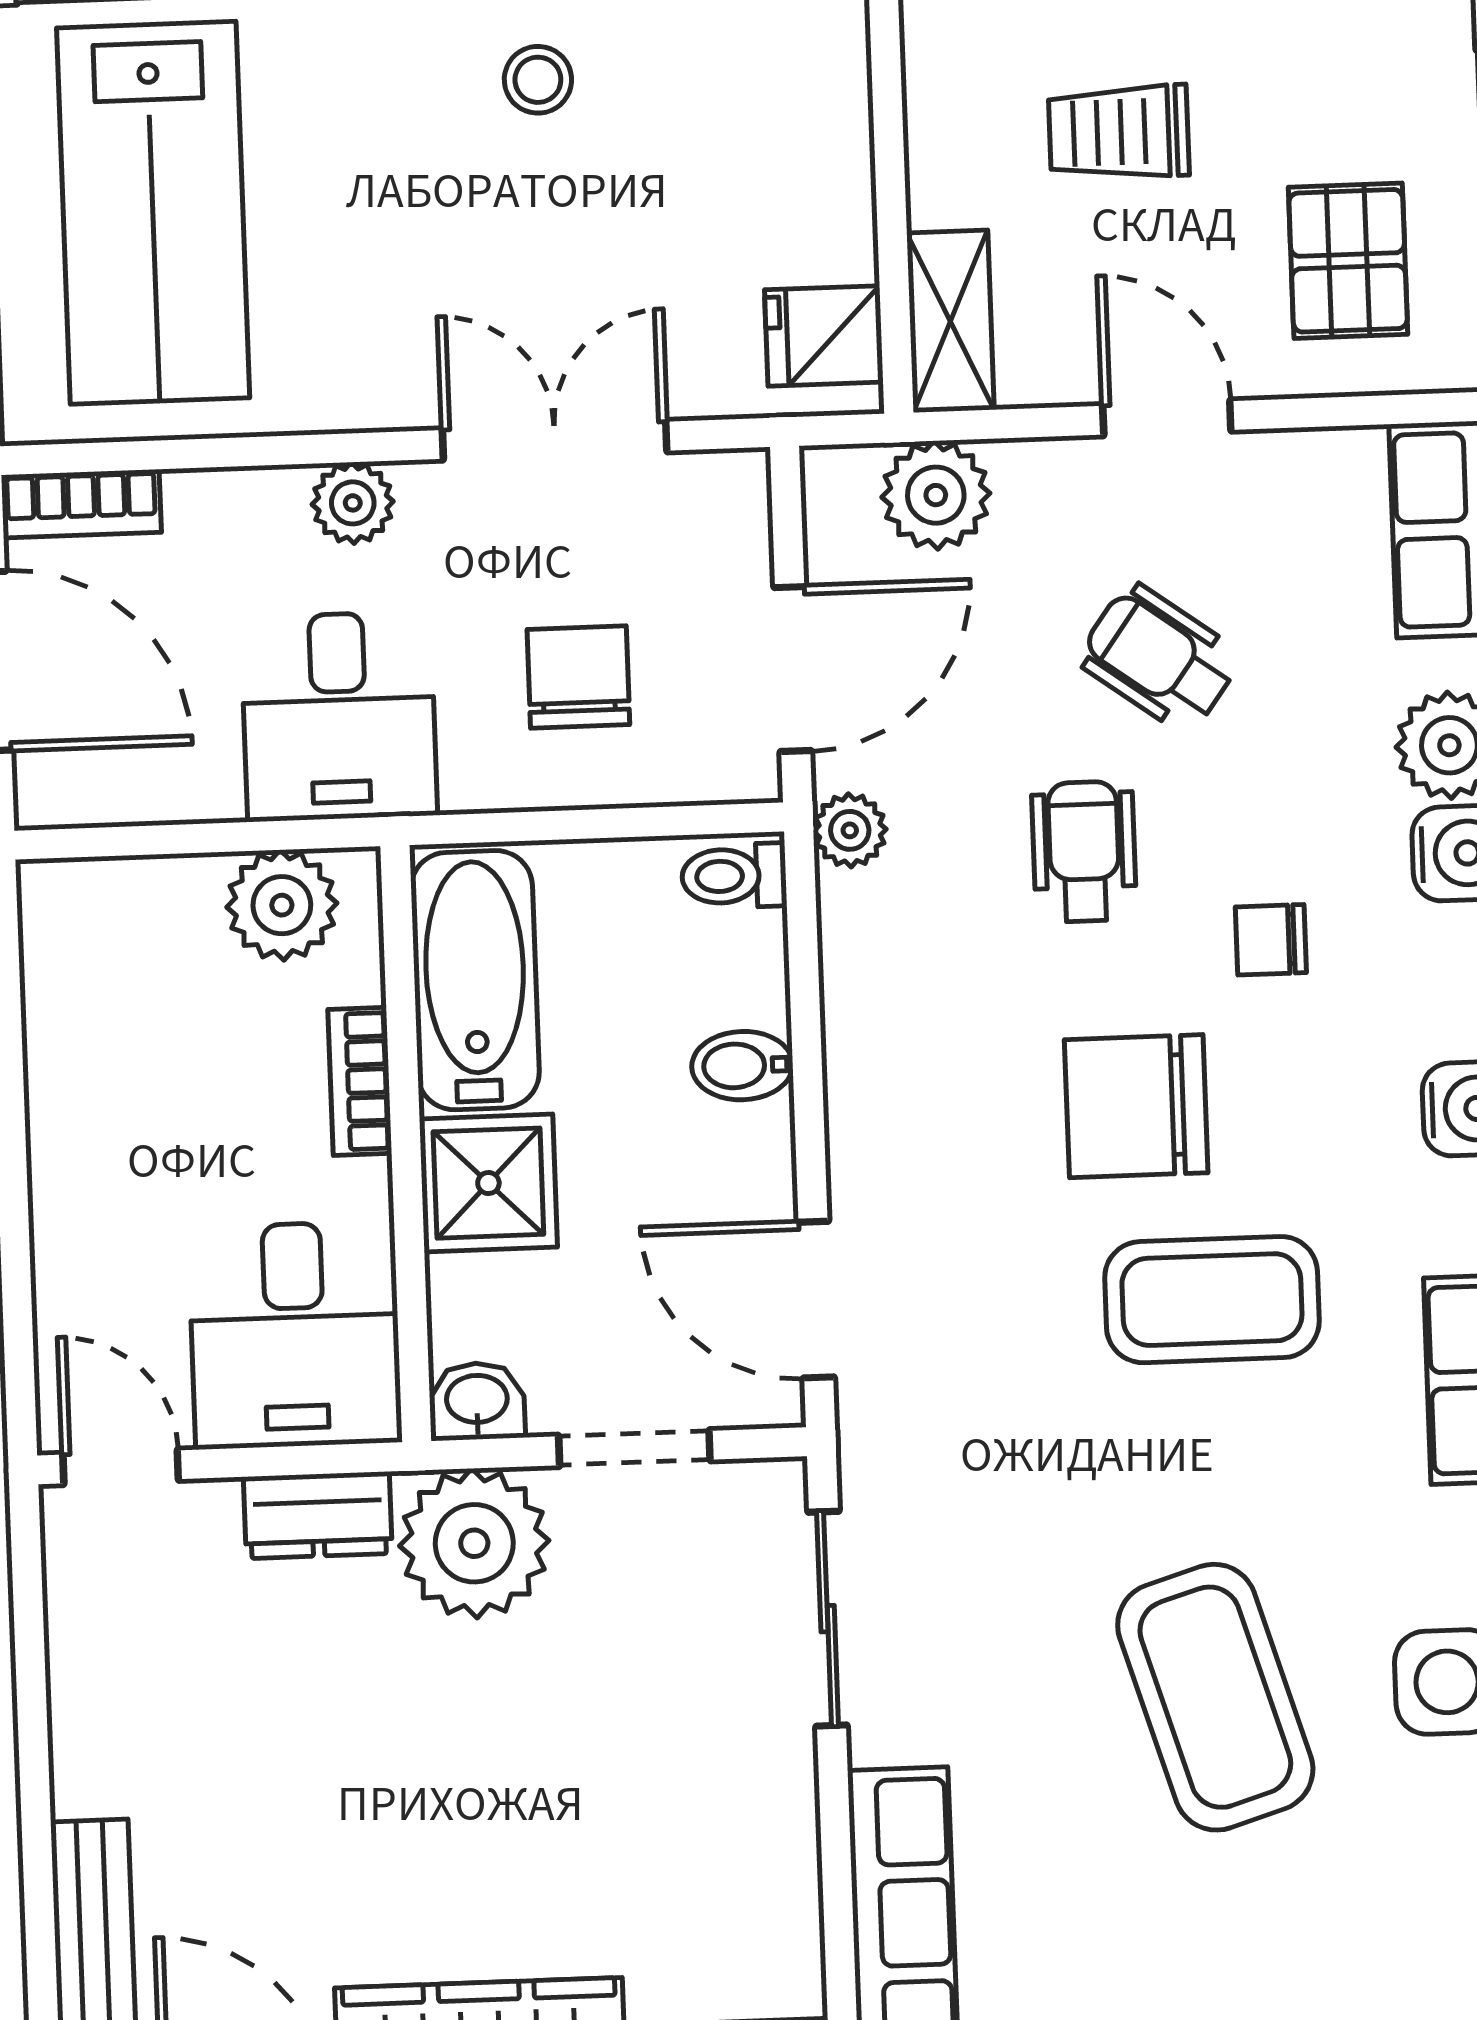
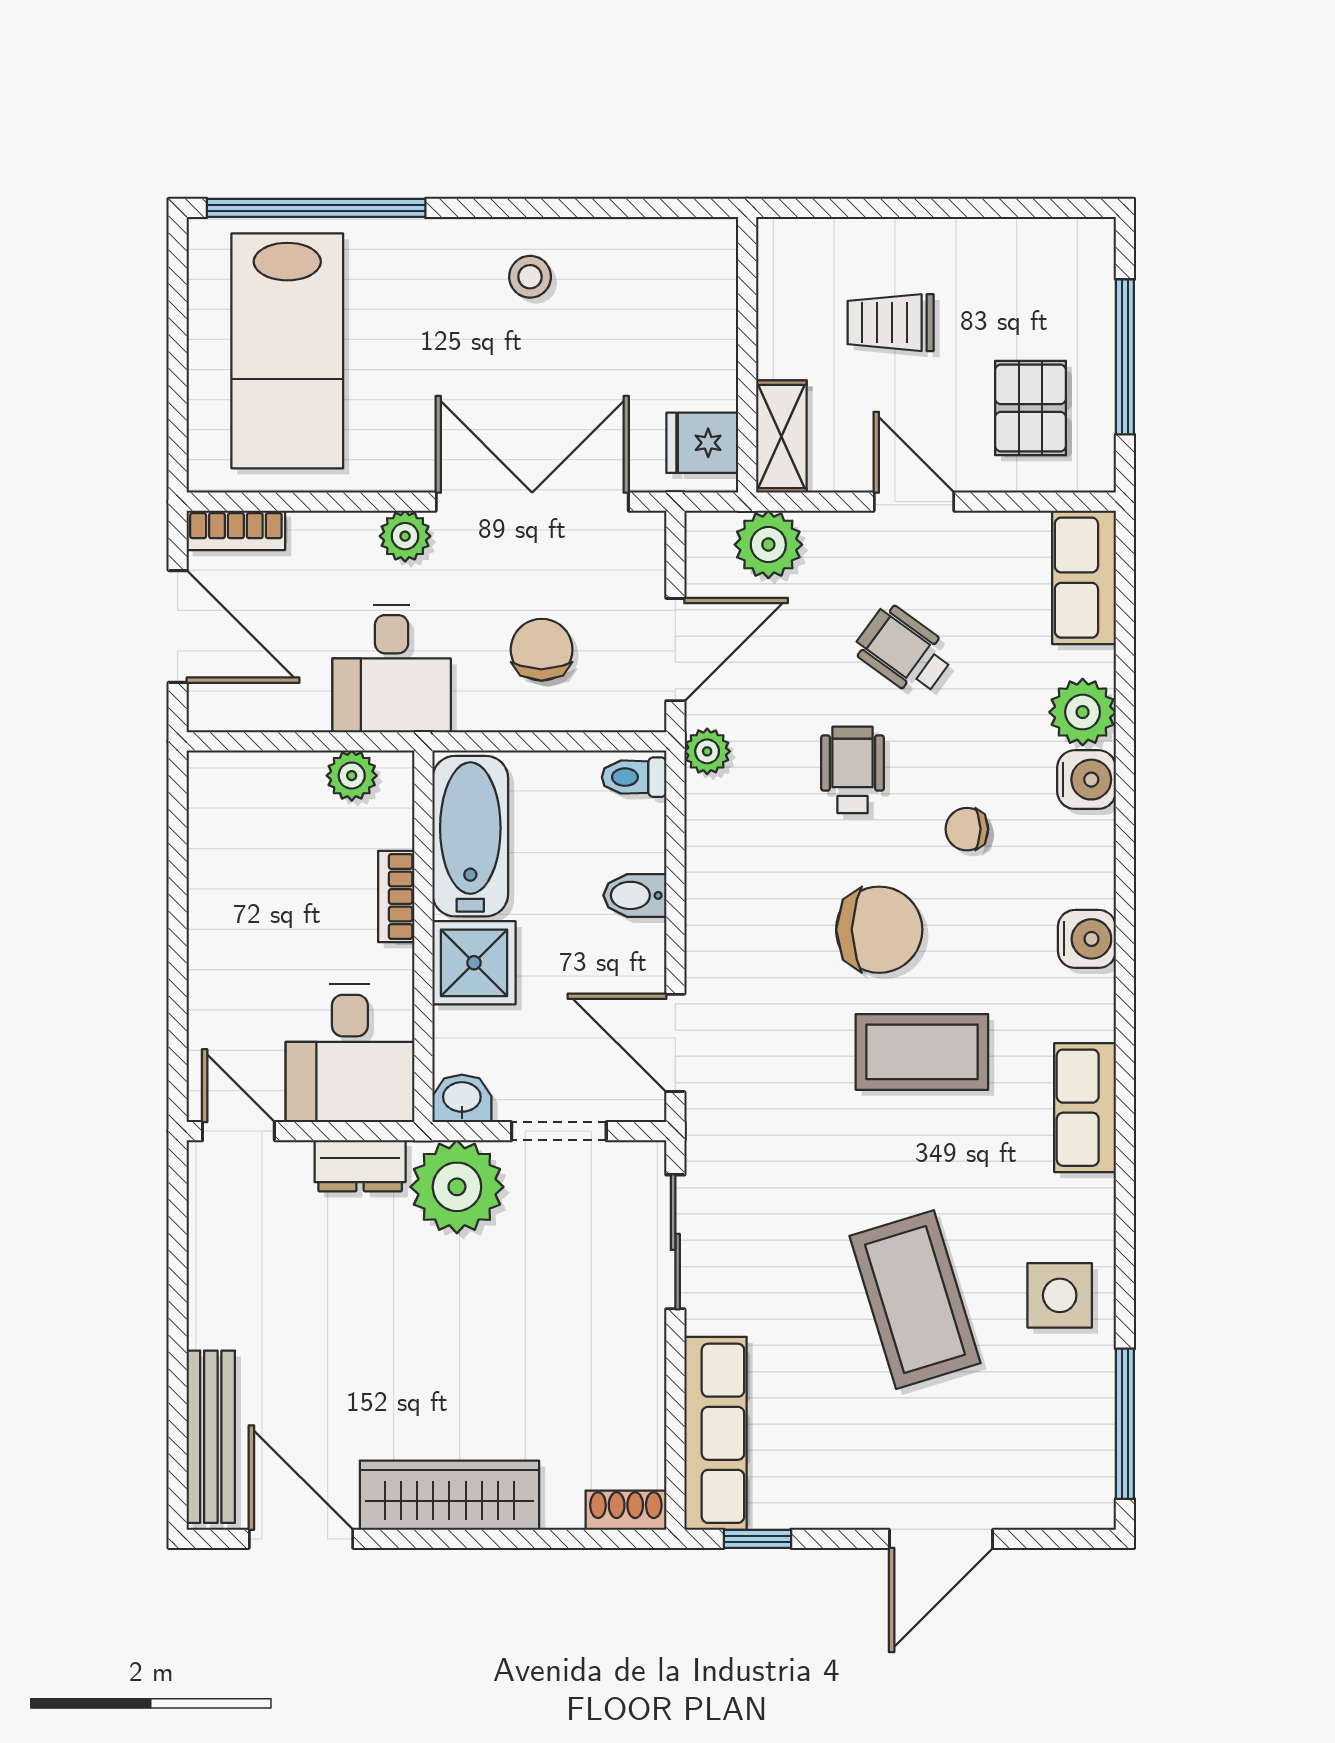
double door: (555, 440) -> (532, 502), width x1.37
plant: (282, 905) -> (352, 776), width x0.73, depth x0.73
chair: (1136, 1106) -> (879, 930), turned 180

